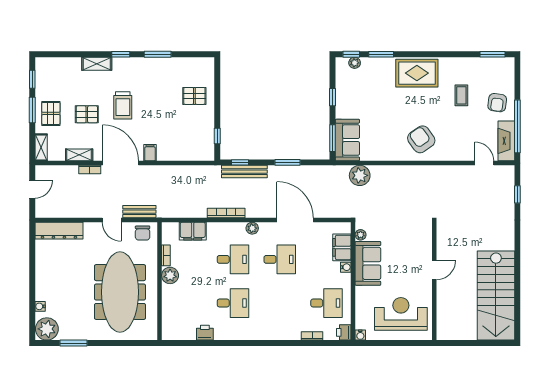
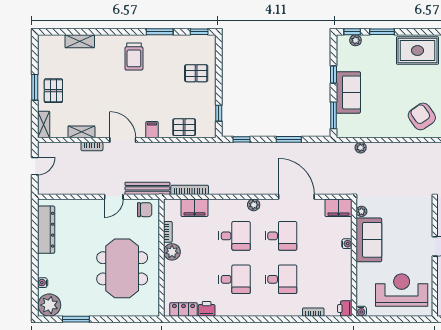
window: (121, 54) -> (199, 32), moved
shelving: (97, 64) -> (80, 41), moved
window: (32, 79) -> (35, 57), removed
trolley: (123, 105) -> (134, 57), moved
pallet: (87, 114) -> (184, 127), moved
sofa: (347, 140) -> (348, 92), moved
door: (121, 163) -> (123, 140), width x0.73
bench: (244, 172) -> (246, 149), removed
plant: (360, 175) -> (361, 148), width x0.53, depth x0.53
bench: (139, 212) -> (147, 188), width x1.36
bookcase: (226, 213) -> (190, 190), moved
door: (112, 220) -> (114, 197), hinge flipped
dresser: (59, 231) -> (46, 230), moved, turned -90
chair: (143, 233) -> (145, 210), turned -90
filing cabinet: (342, 247) -> (338, 208), moved, turned -90
meeting table: (120, 292) -> (122, 268), width x0.73
desk: (326, 303) -> (281, 279), moved
locker: (182, 333) -> (184, 309), added

